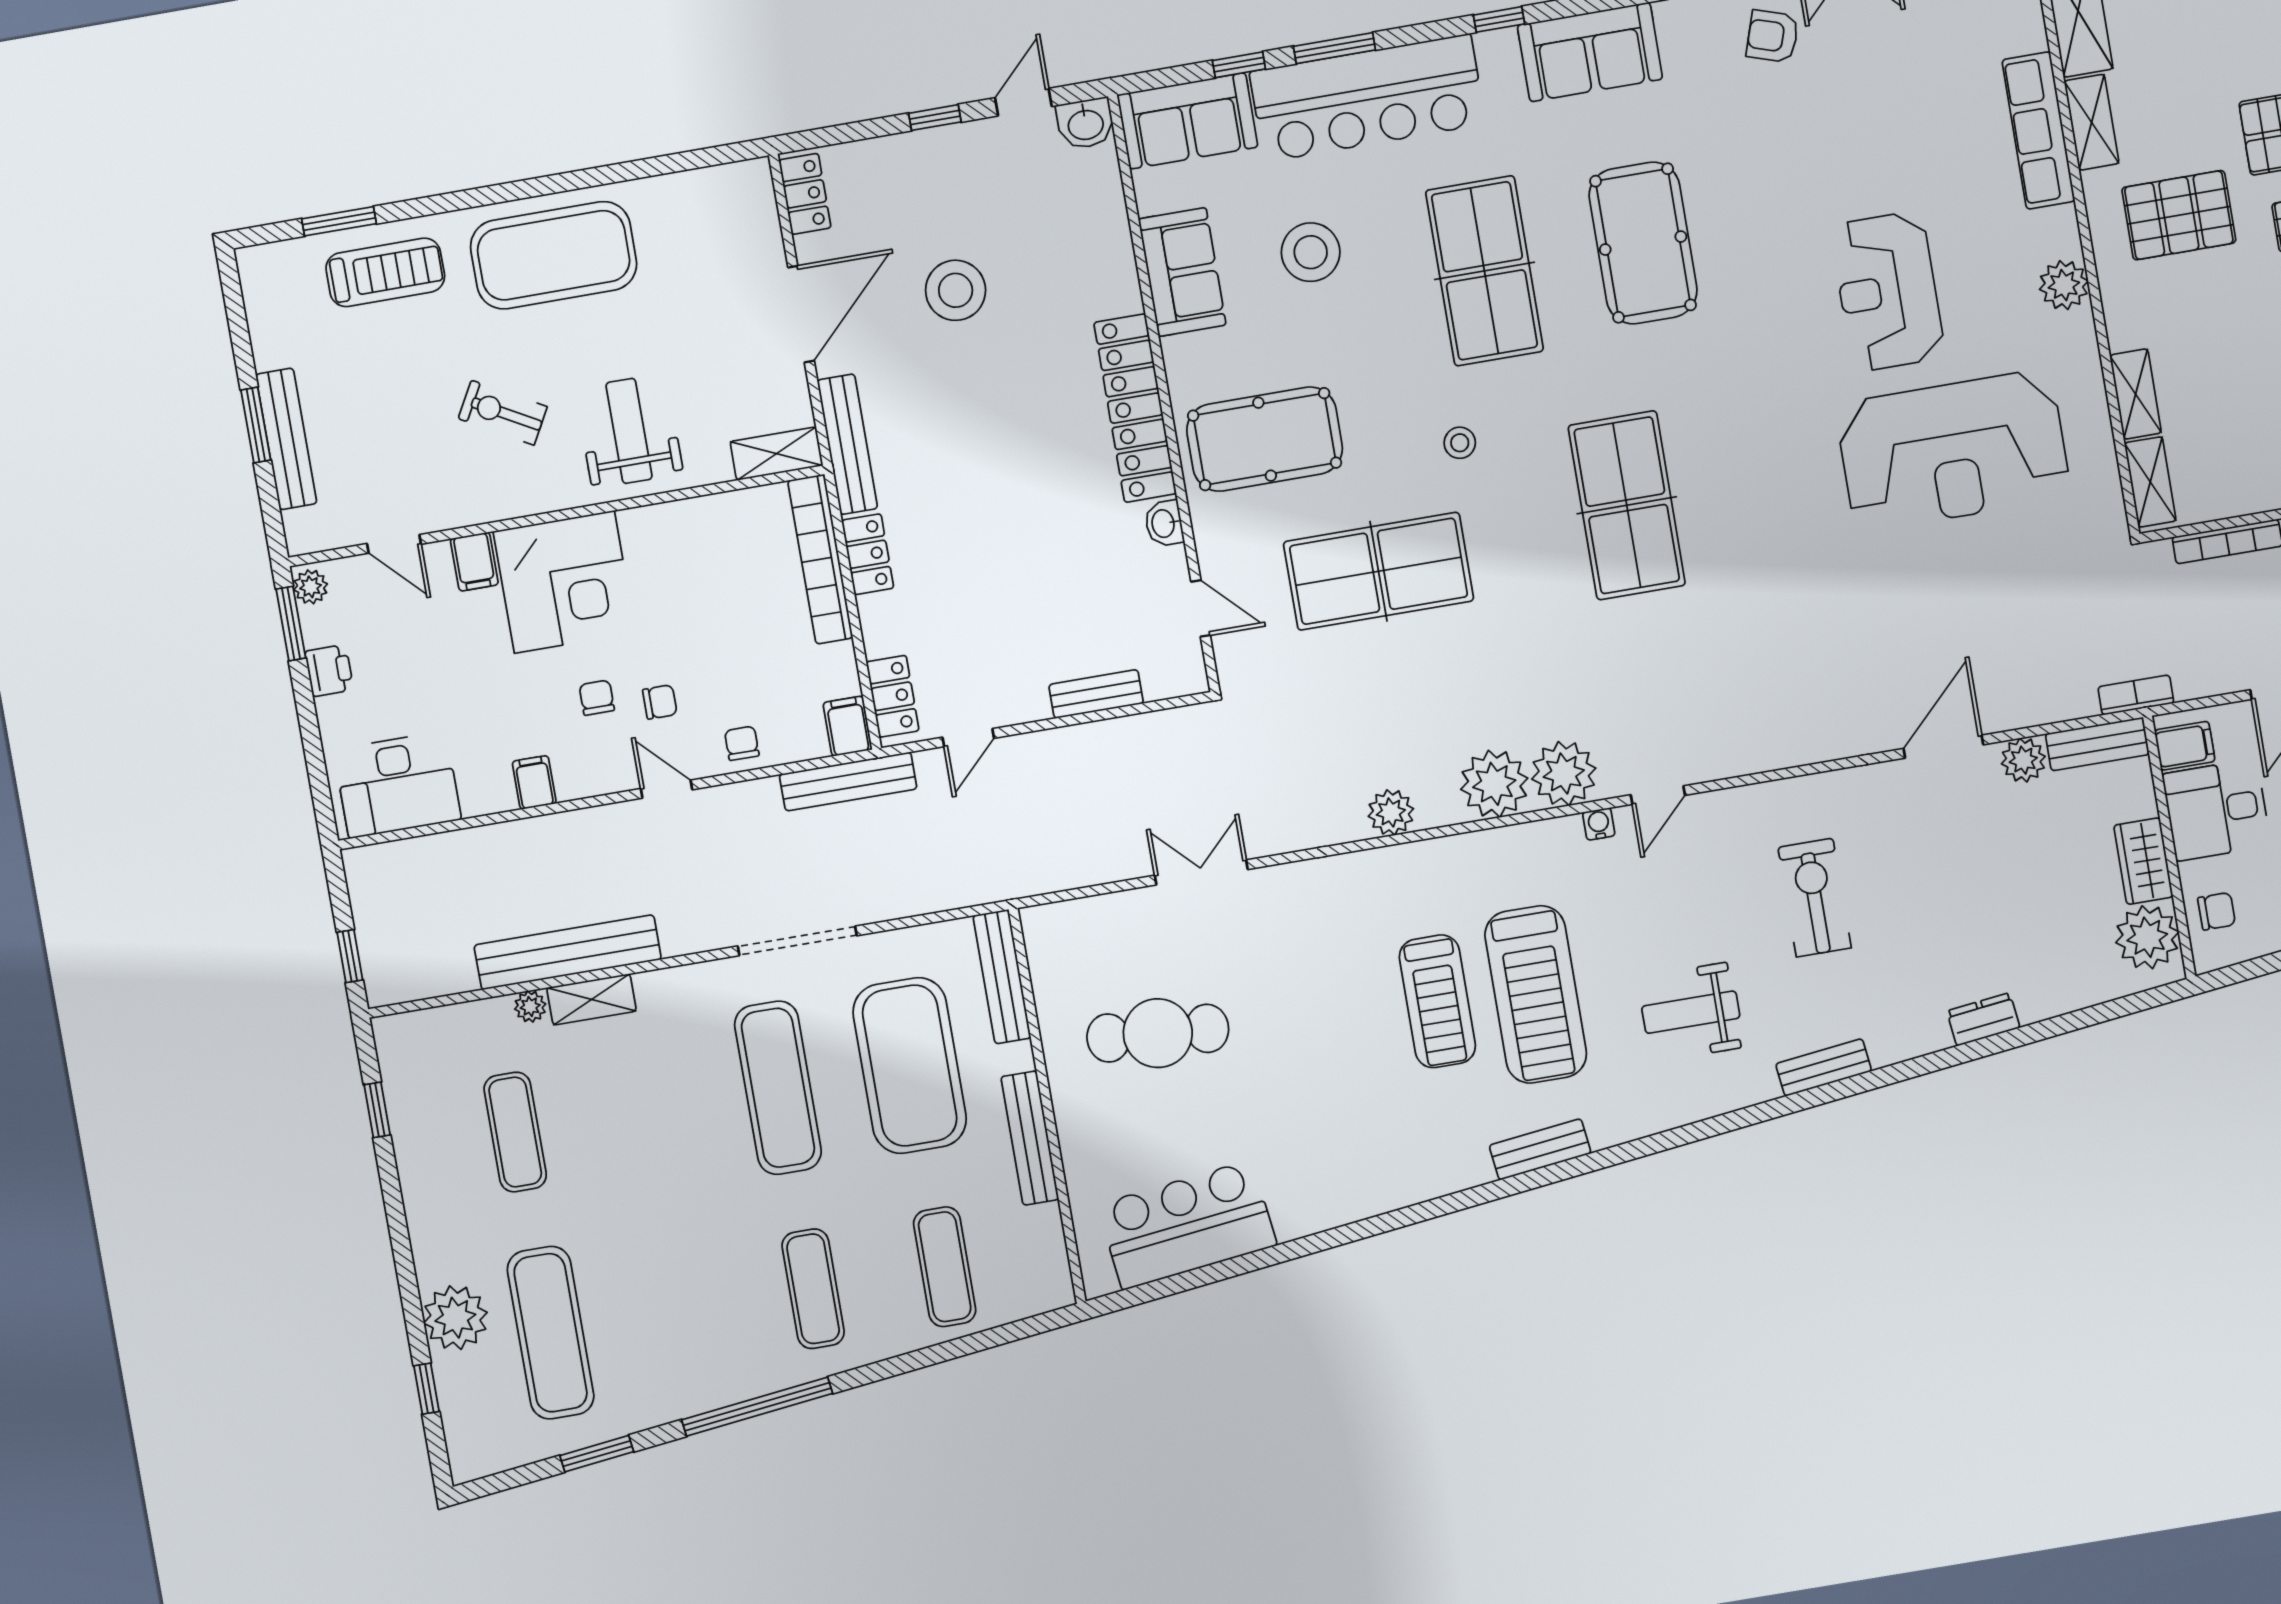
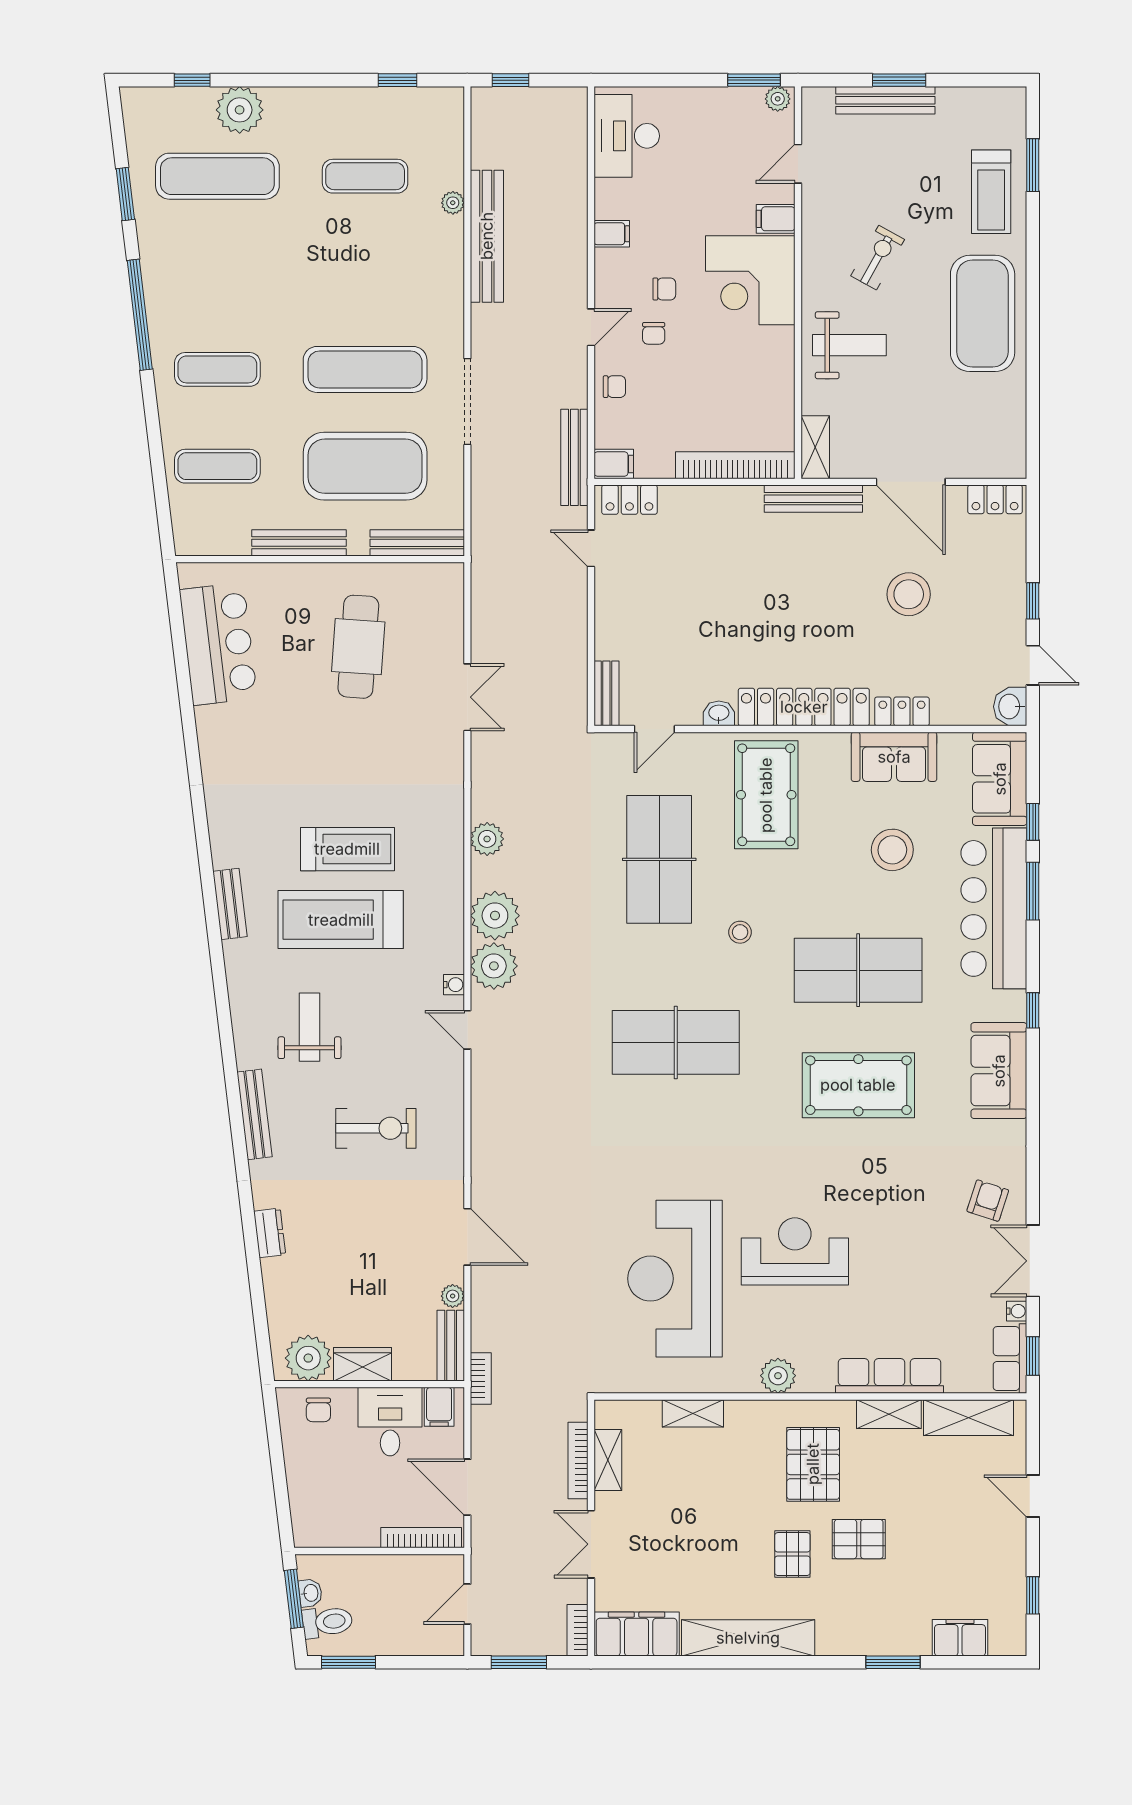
shelving: (2150, 482) -> (608, 1460), moved, turned 90
locker: (868, 554) -> (902, 711), moved, turned 180
printer: (329, 671) -> (716, 102), removed
bench: (1096, 694) -> (606, 693), moved
plant: (2023, 760) -> (453, 1296), width x0.73, depth x0.73
shelving: (591, 999) -> (450, 247), removed
treadmill: (1437, 1001) -> (347, 849), turned 180
bench: (1824, 1067) -> (254, 1114), width x1.36

